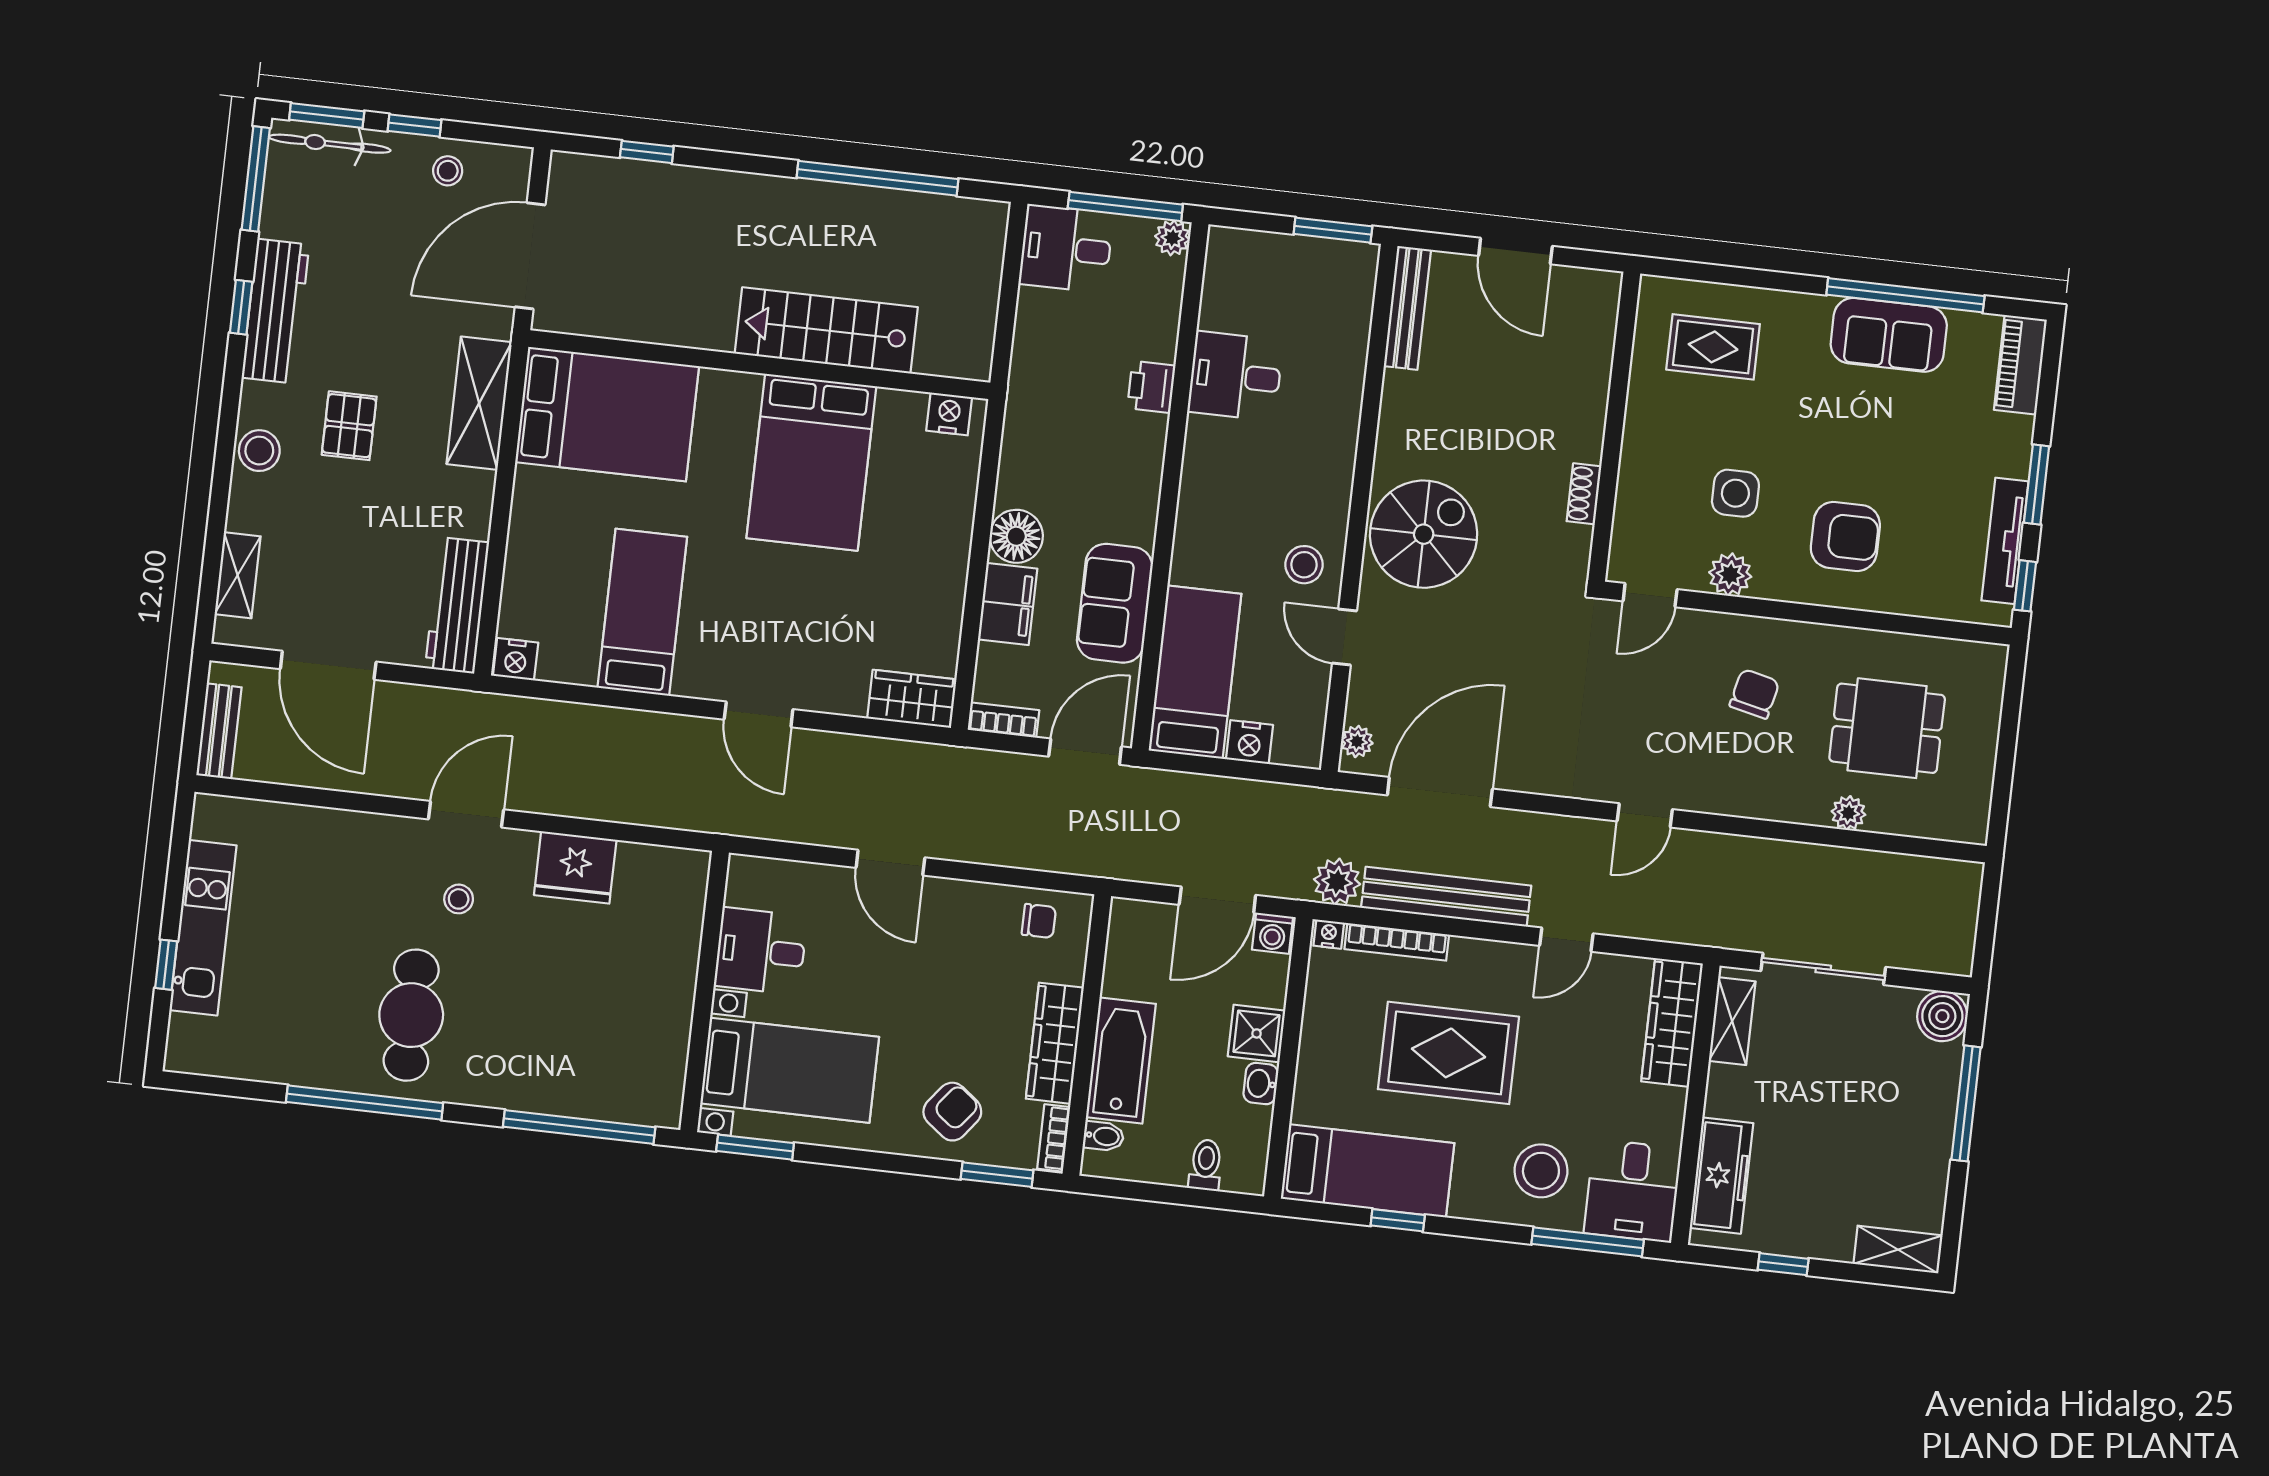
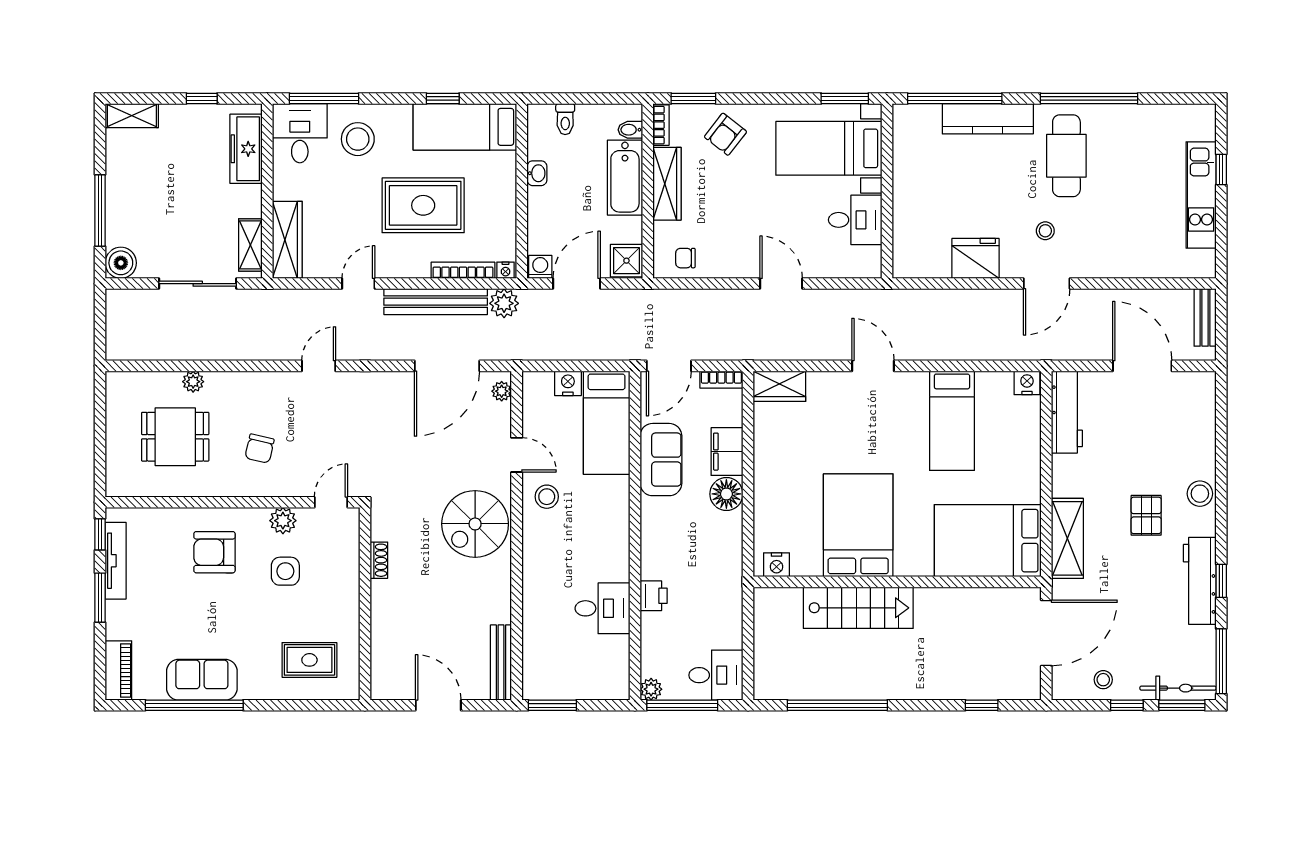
shelving: (238, 575) -> (1205, 415), removed
shower: (1257, 1033) -> (626, 261), moved
kitchen counter: (530, 1089) -> (988, 119), added

